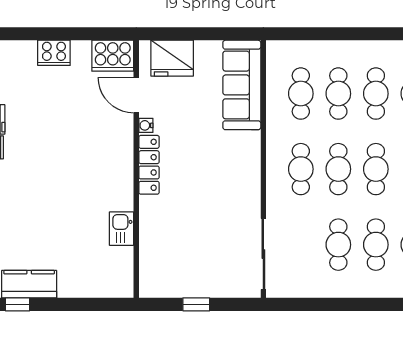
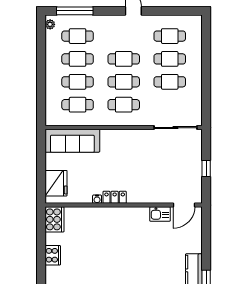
door: (136, 95) -> (184, 205), moved
locker: (149, 165) -> (115, 197), width x0.66

